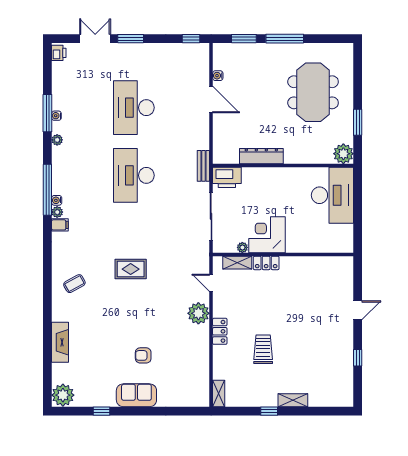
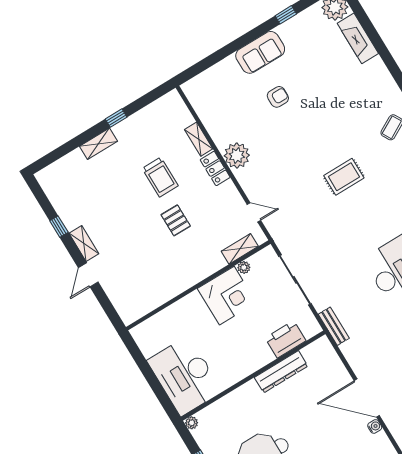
door: (211, 100) -> (367, 398), width x1.36
plant: (343, 154) -> (192, 423), width x0.53, depth x0.53
printer: (227, 177) -> (286, 339), moved
locker: (266, 263) -> (210, 266), removed
pallet: (271, 311) -> (176, 220), added
plant: (198, 313) -> (237, 155), moved
shelving: (347, 335) -> (84, 243), added
fireplace: (60, 342) -> (358, 38), moved
shelving: (219, 394) -> (199, 139), moved

